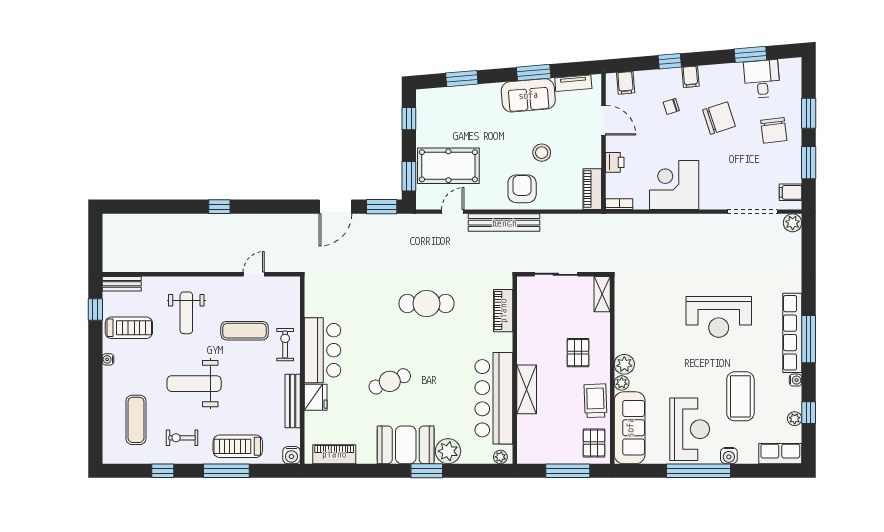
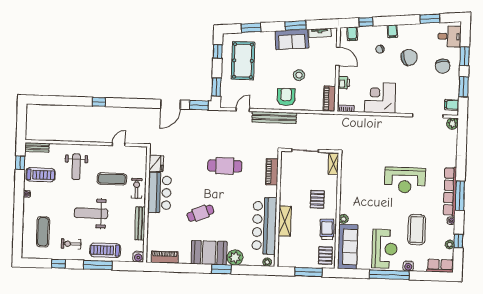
window: (670, 61) -> (366, 22), moved
desk: (762, 79) -> (450, 36), moved, turned 95
pool table: (448, 166) -> (243, 61), moved, turned 90
plant: (624, 364) -> (346, 207), removed
weight bench: (194, 384) -> (91, 213), moved
fridge: (316, 397) -> (156, 163), moved

